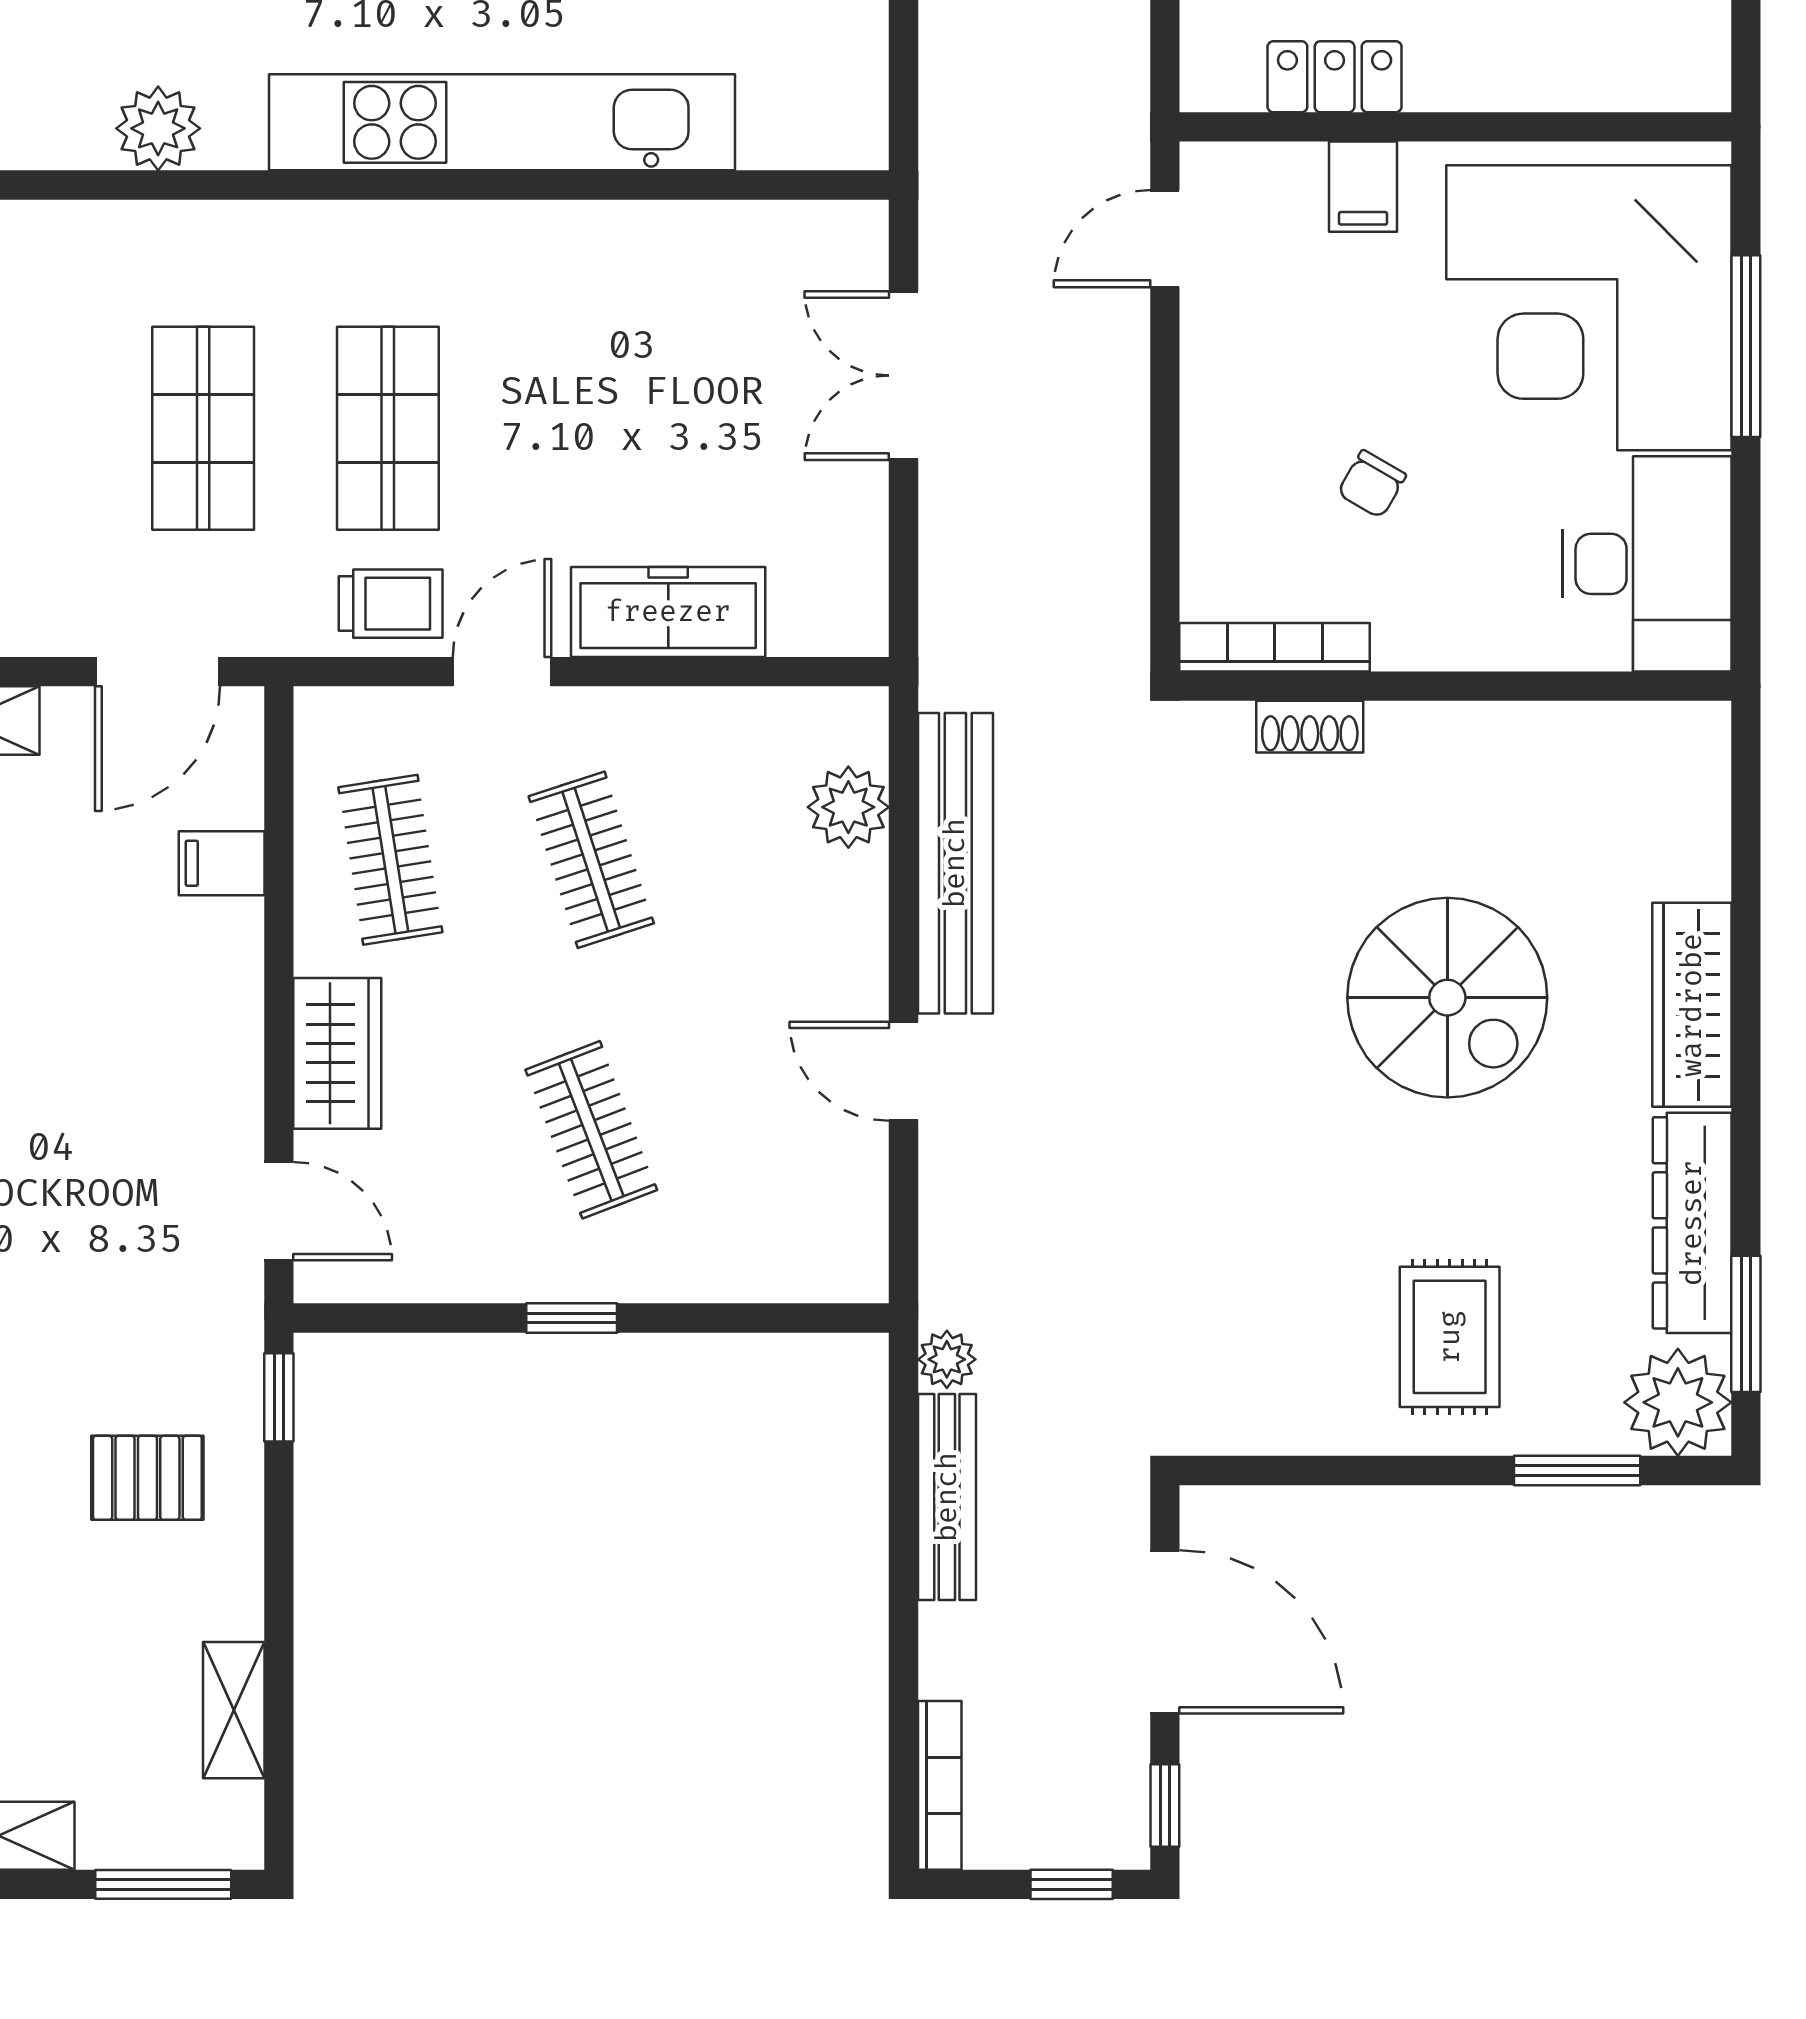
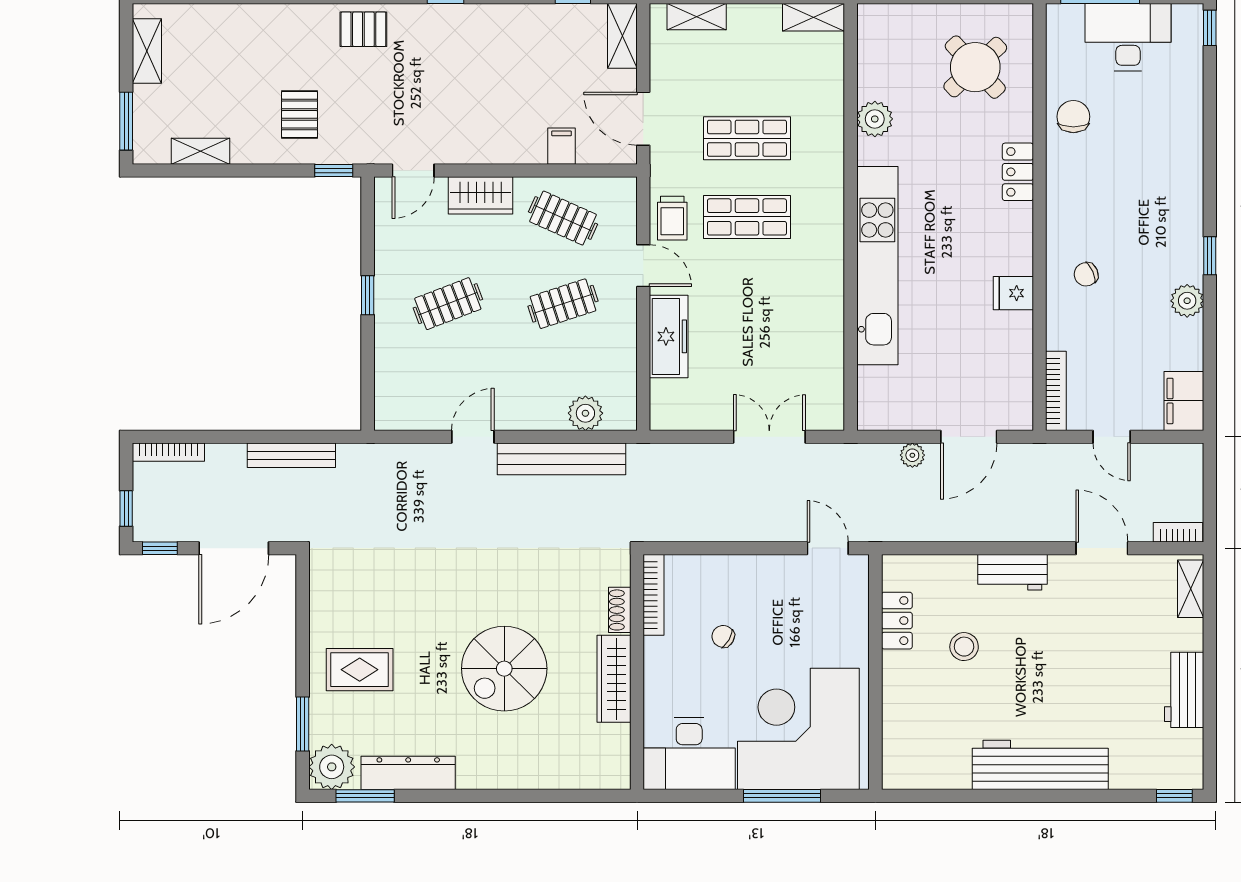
filing cabinet: (1363, 187) -> (850, 633), removed
clothes rail: (390, 860) -> (563, 218), turned 33
wardrobe: (1692, 1005) -> (614, 679), moved, turned -90
plant: (947, 1359) -> (912, 455), moved

